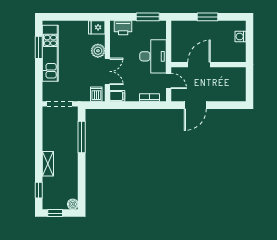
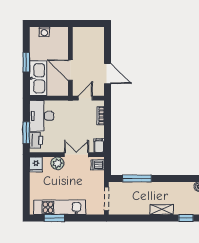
window: (148, 17) -> (26, 133), moved
kitchen sink: (190, 30) -> (38, 78), added
desk: (153, 56) -> (42, 116), moved, turned -90

